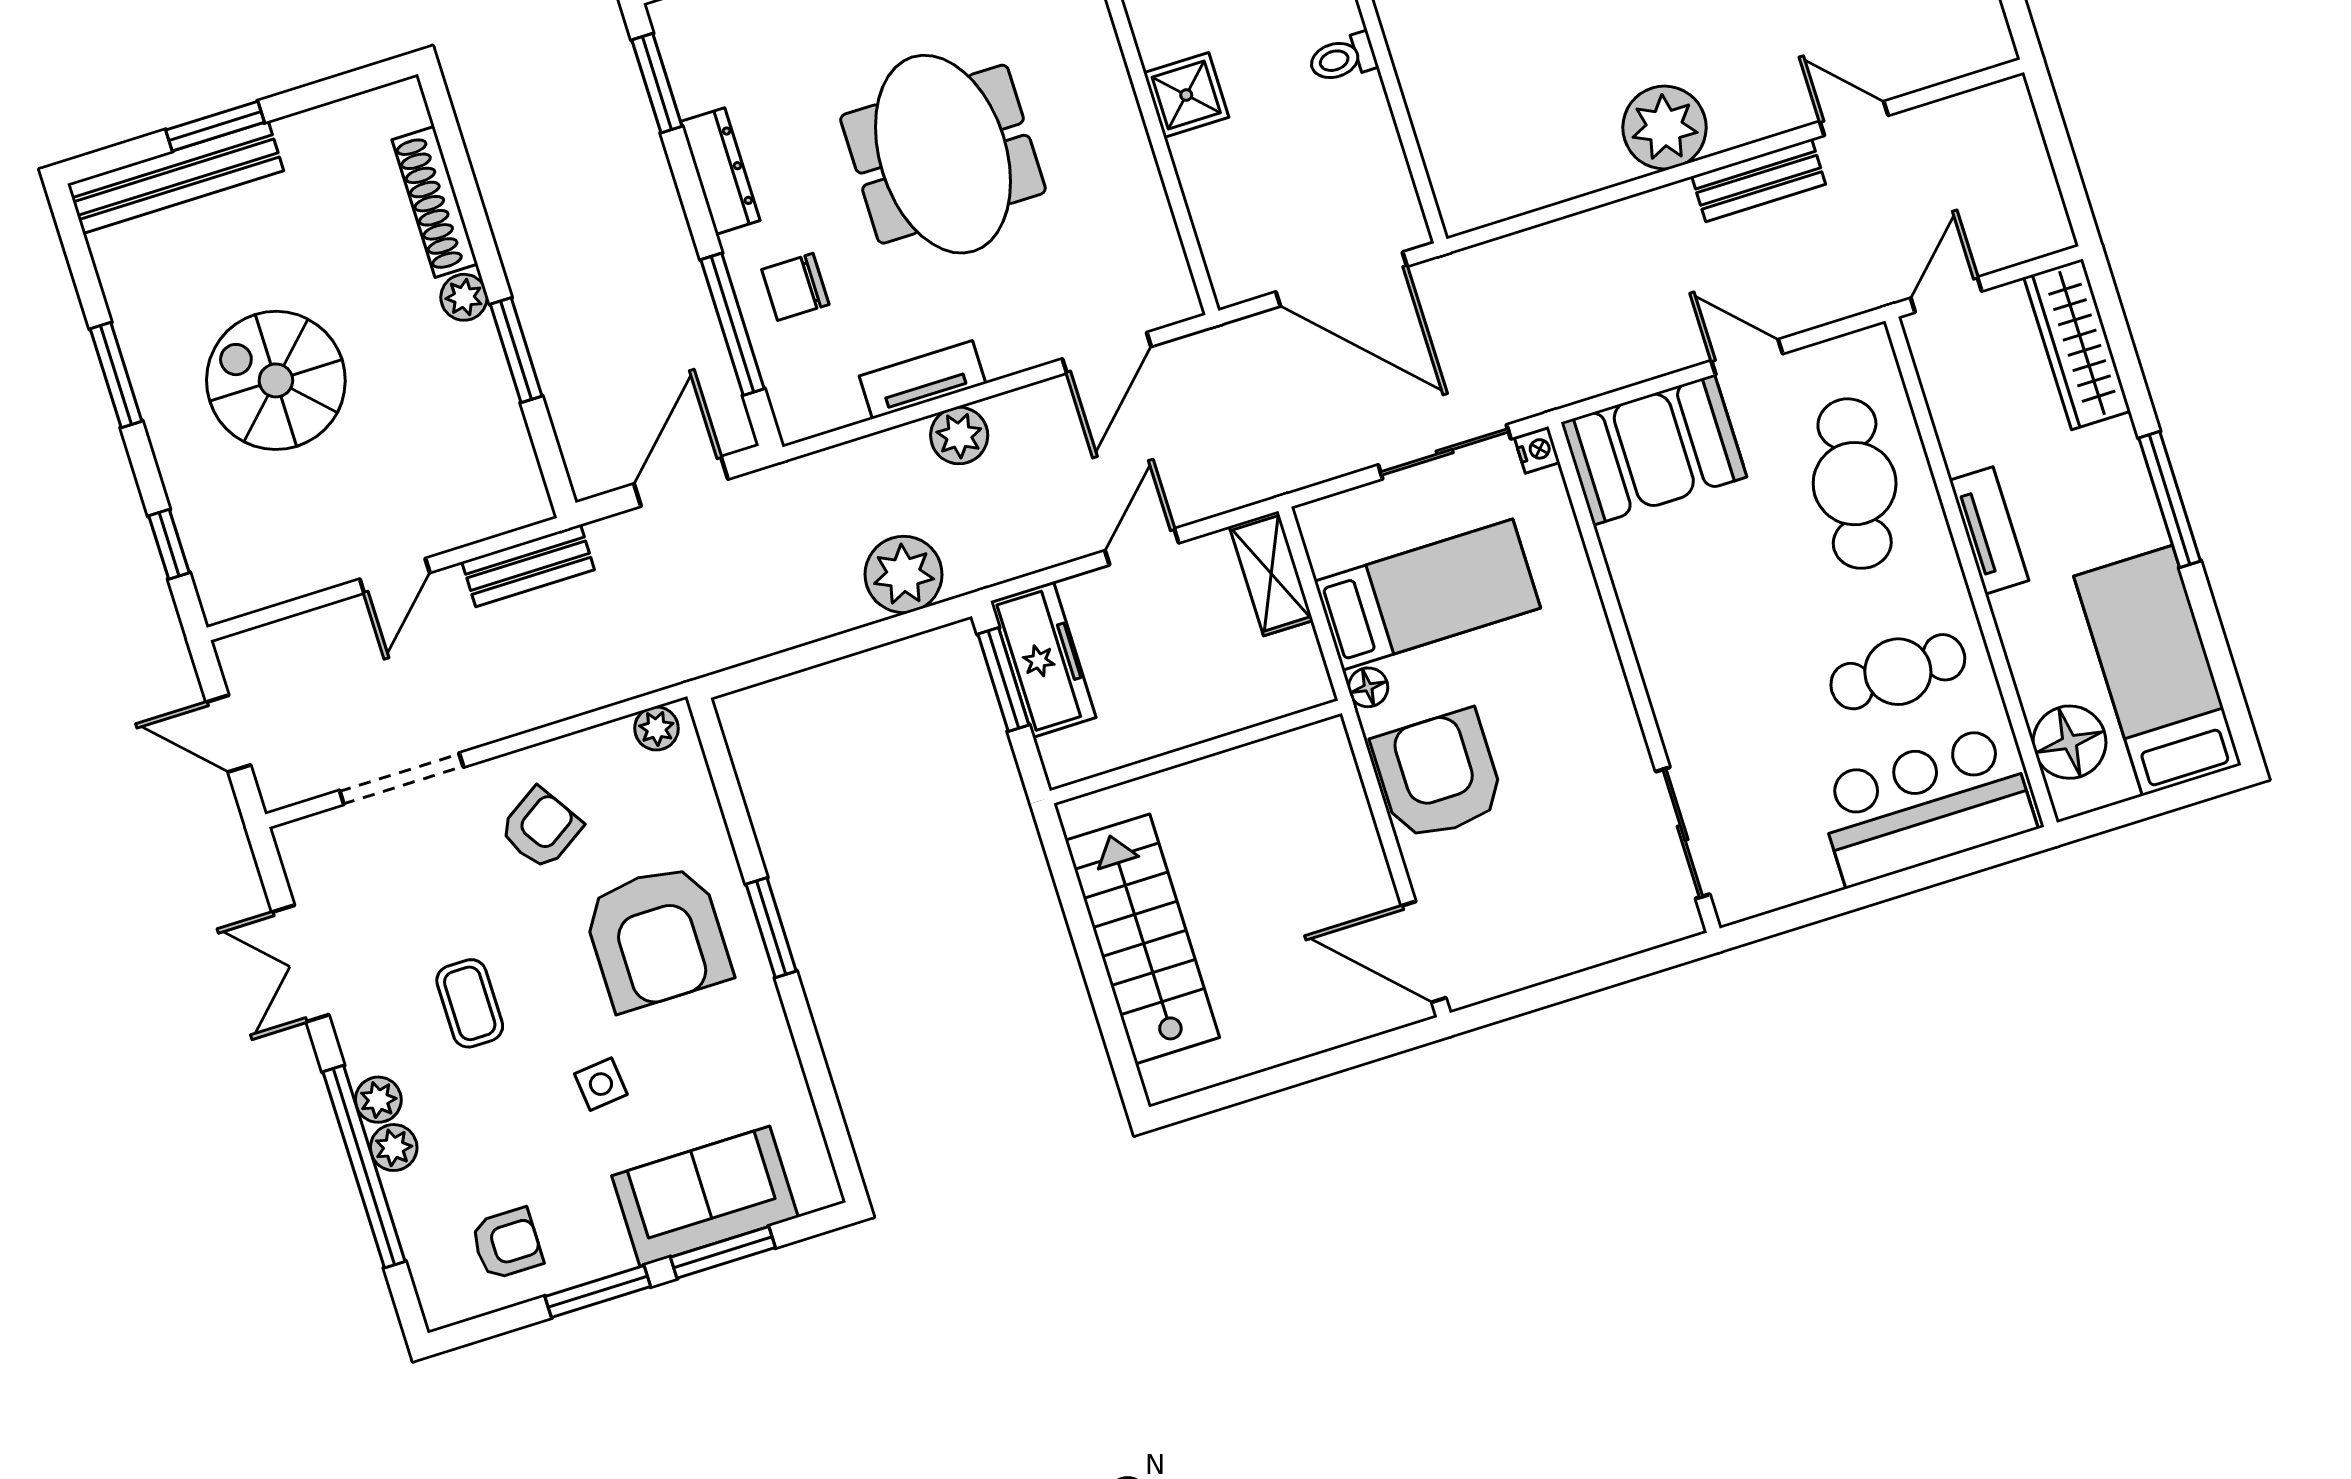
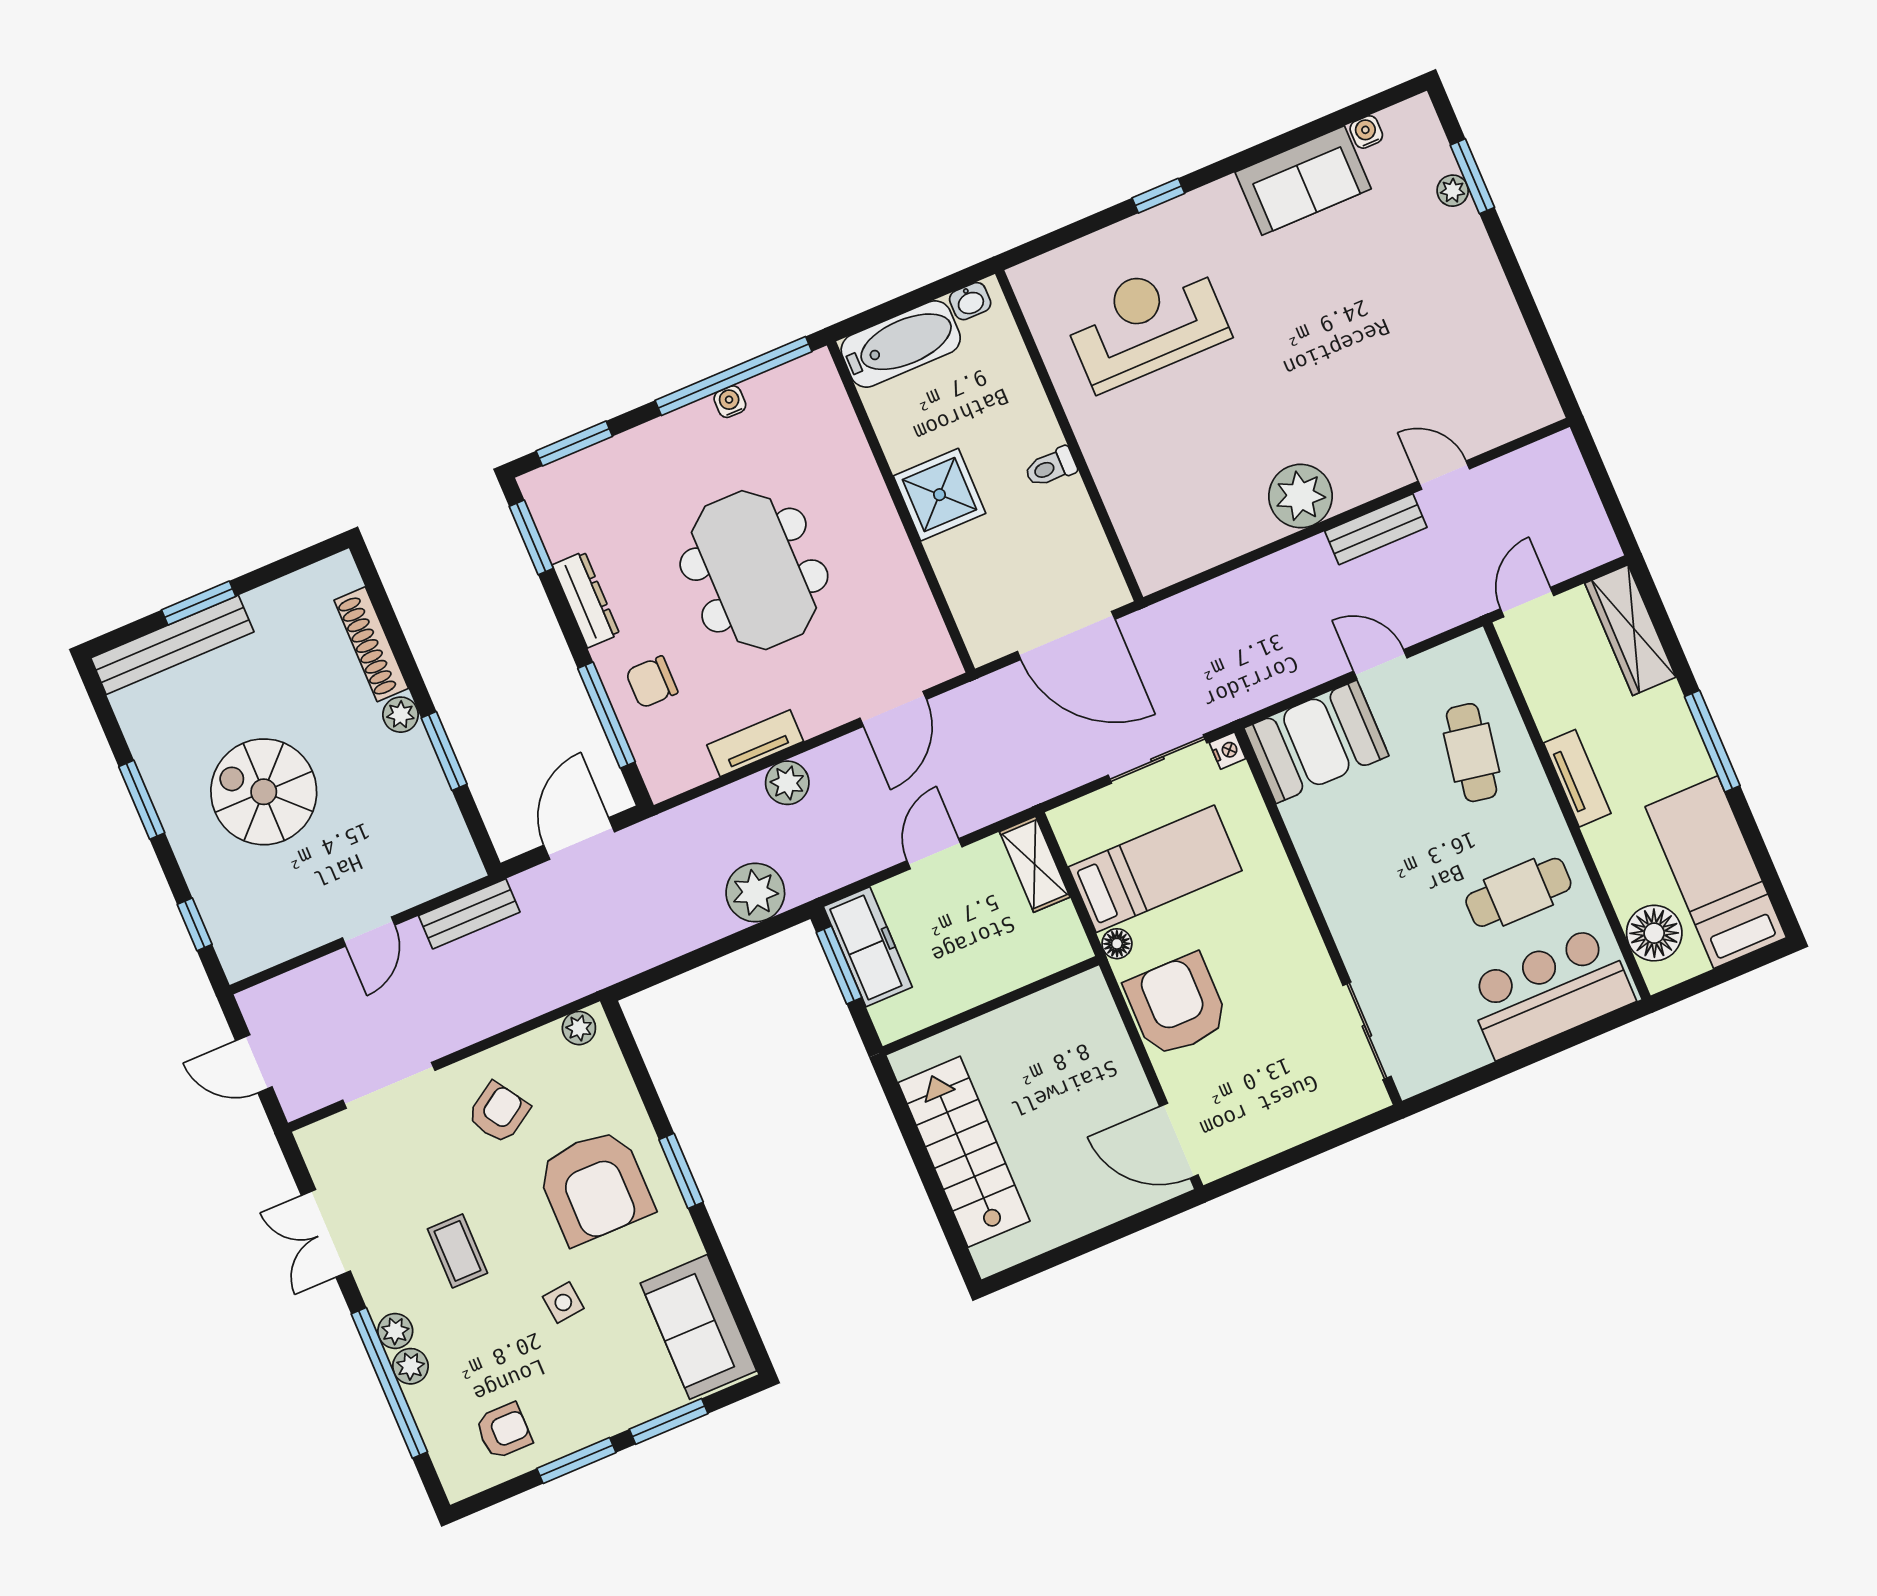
shower: (1186, 95) -> (939, 495), width x1.36, depth x1.36
cafe table: (1855, 484) -> (1472, 753), width x0.73, depth x0.74
sofa: (705, 1196) -> (698, 1327), moved, turned -90

